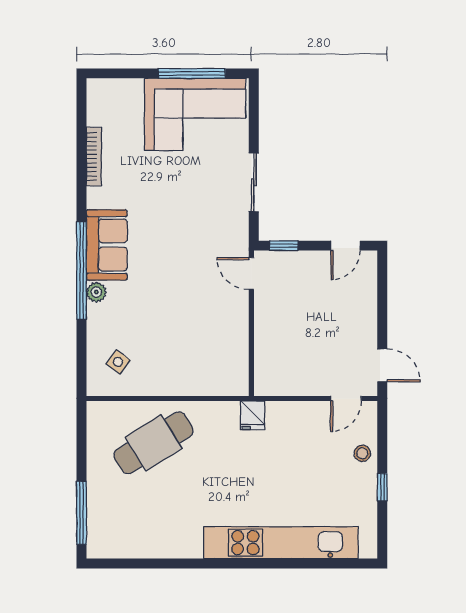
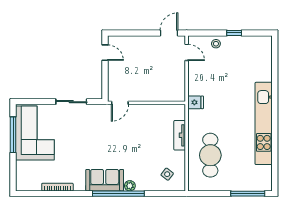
window: (284, 246) -> (105, 86), removed
tv unit: (191, 385) -> (180, 135), added
cafe table: (154, 443) -> (210, 155), turned 32
kitchen unit: (281, 543) -> (264, 123), moved

